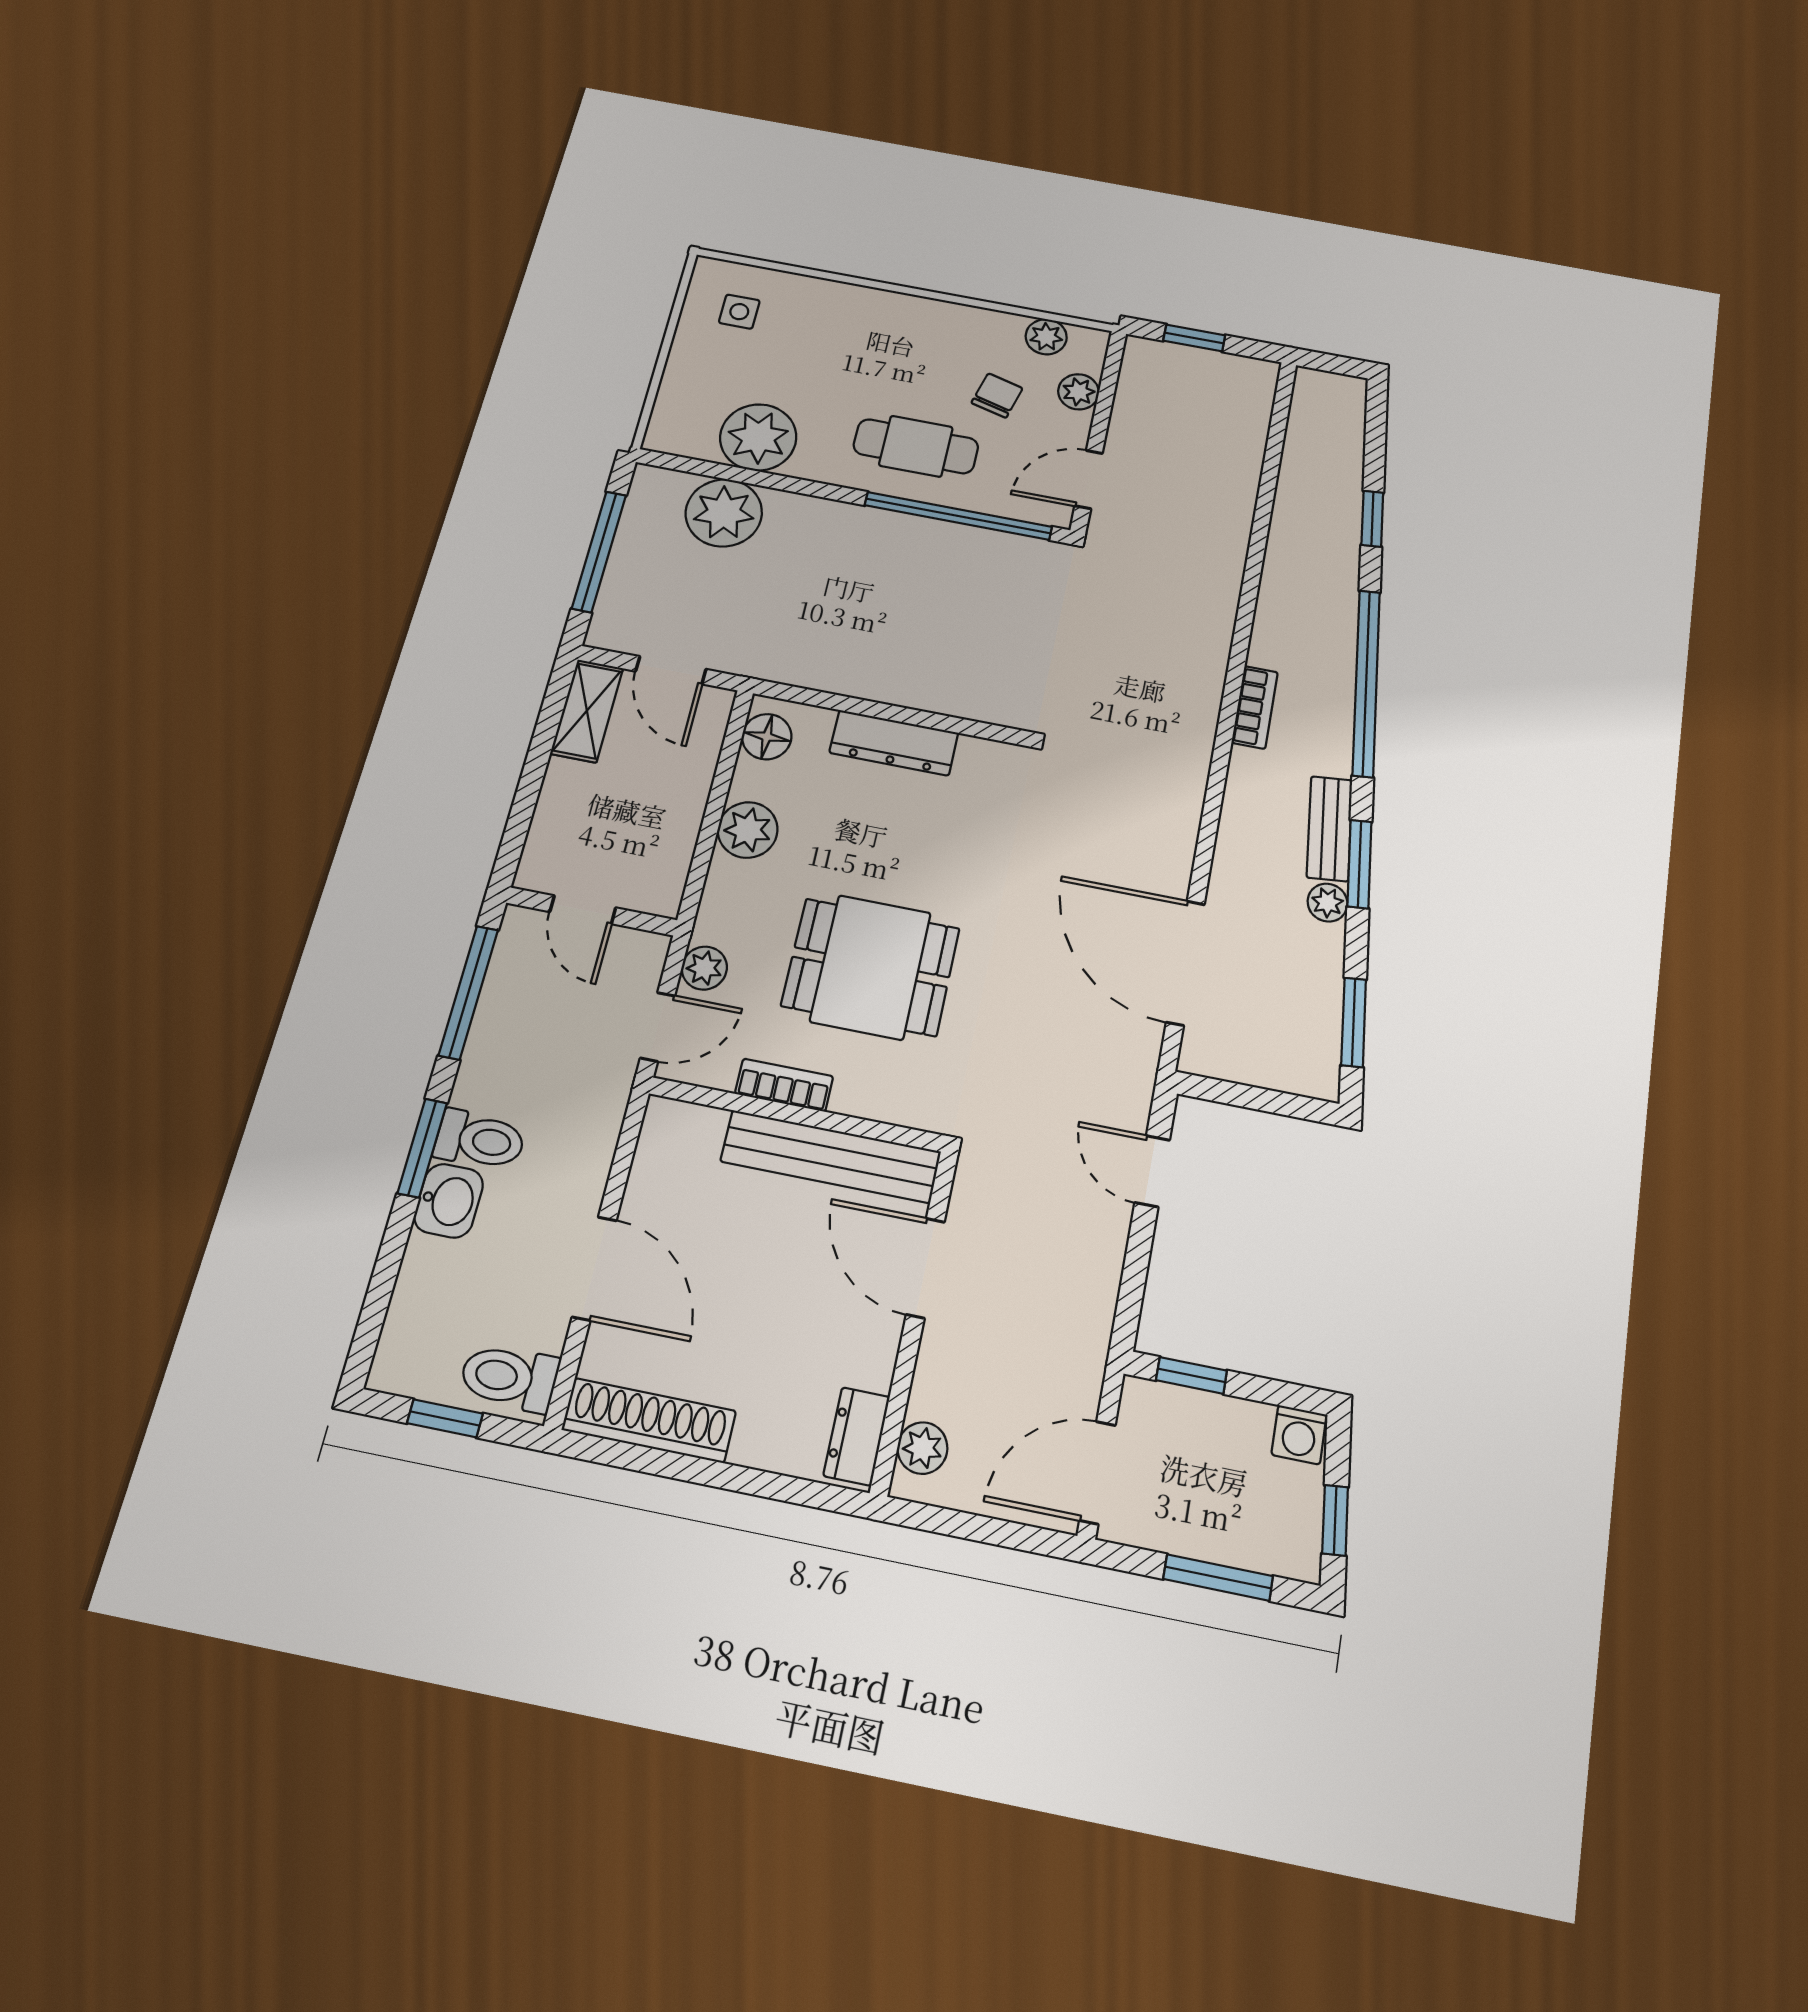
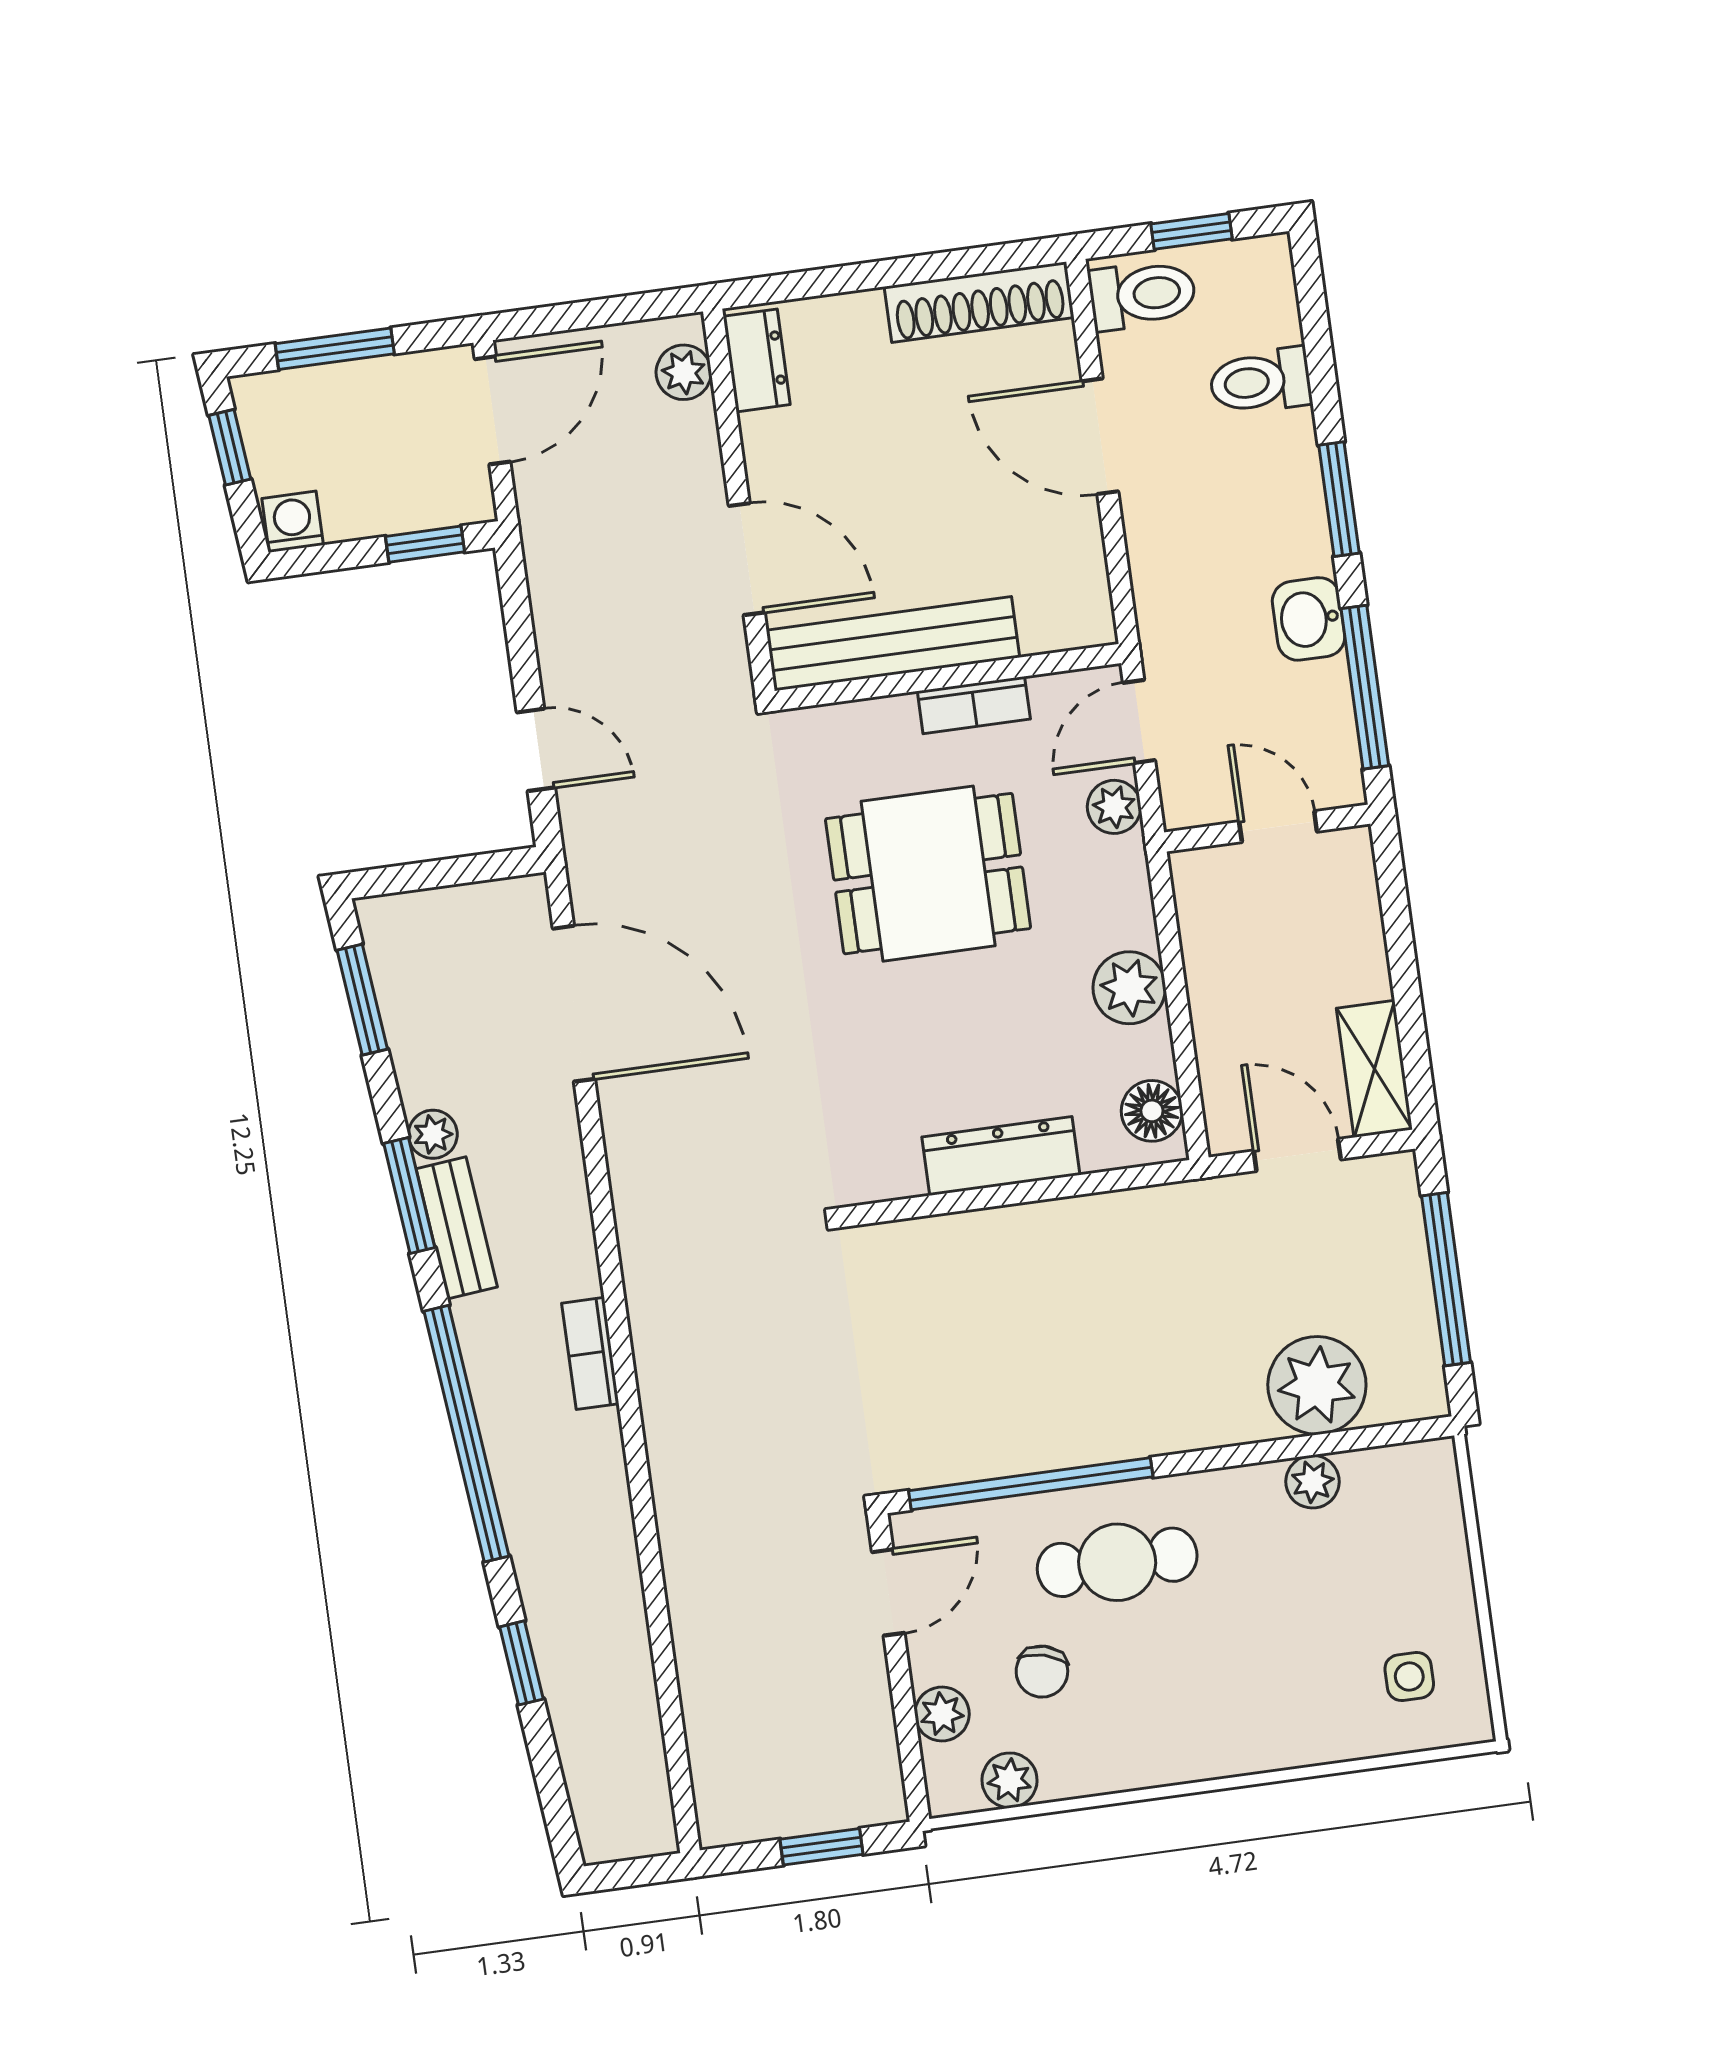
plant: (758, 437) -> (1313, 1482), width x0.53, depth x0.53
toilet: (480, 1140) -> (1260, 381), moved
washbasin: (449, 1201) -> (1309, 619), moved

